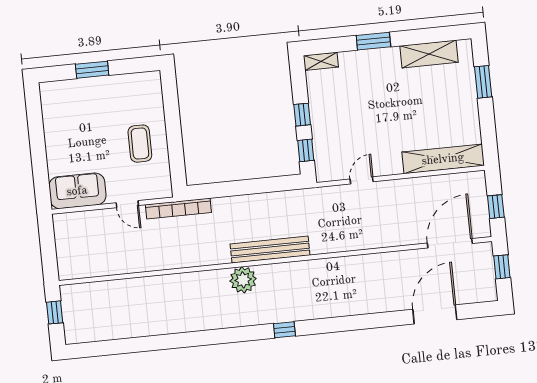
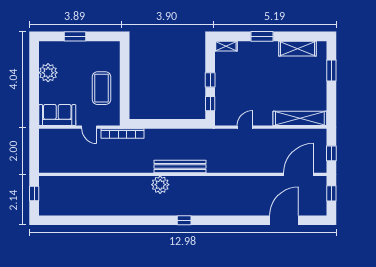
plant: (57, 128) -> (48, 73), added
coffee table: (140, 144) -> (101, 88), width x1.36, depth x1.32

